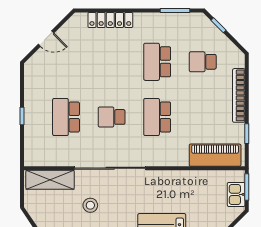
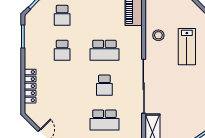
school desk: (157, 62) -> (62, 50), width x0.54
stool: (90, 205) -> (158, 35), moved

